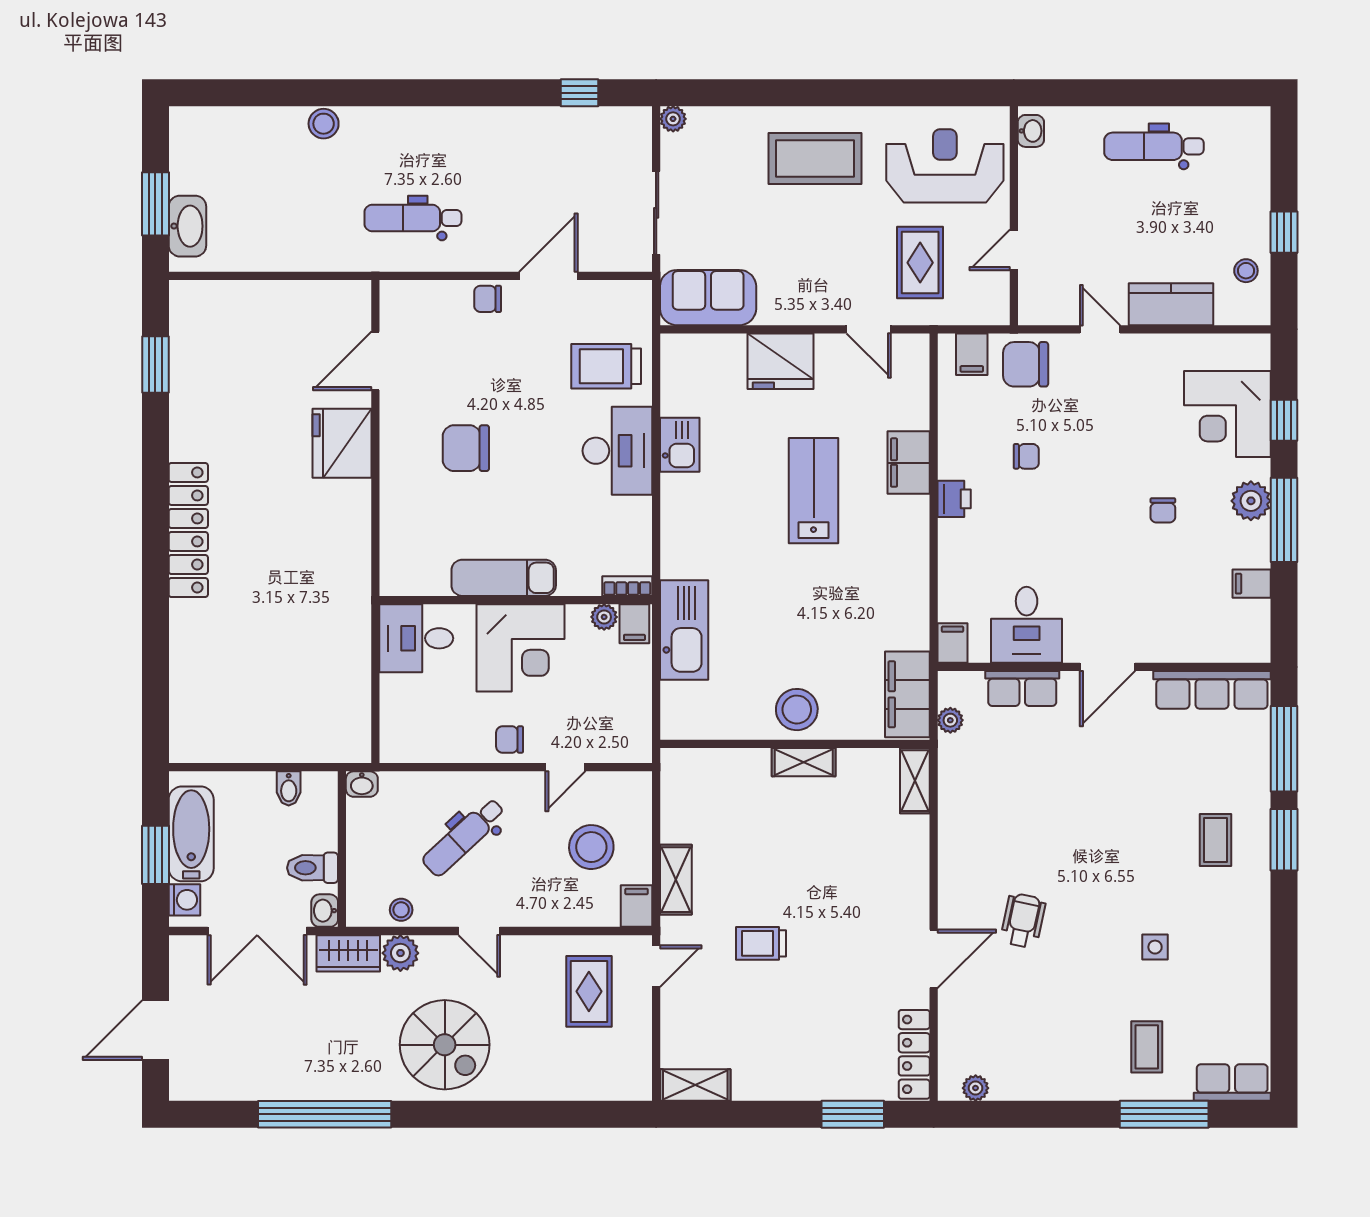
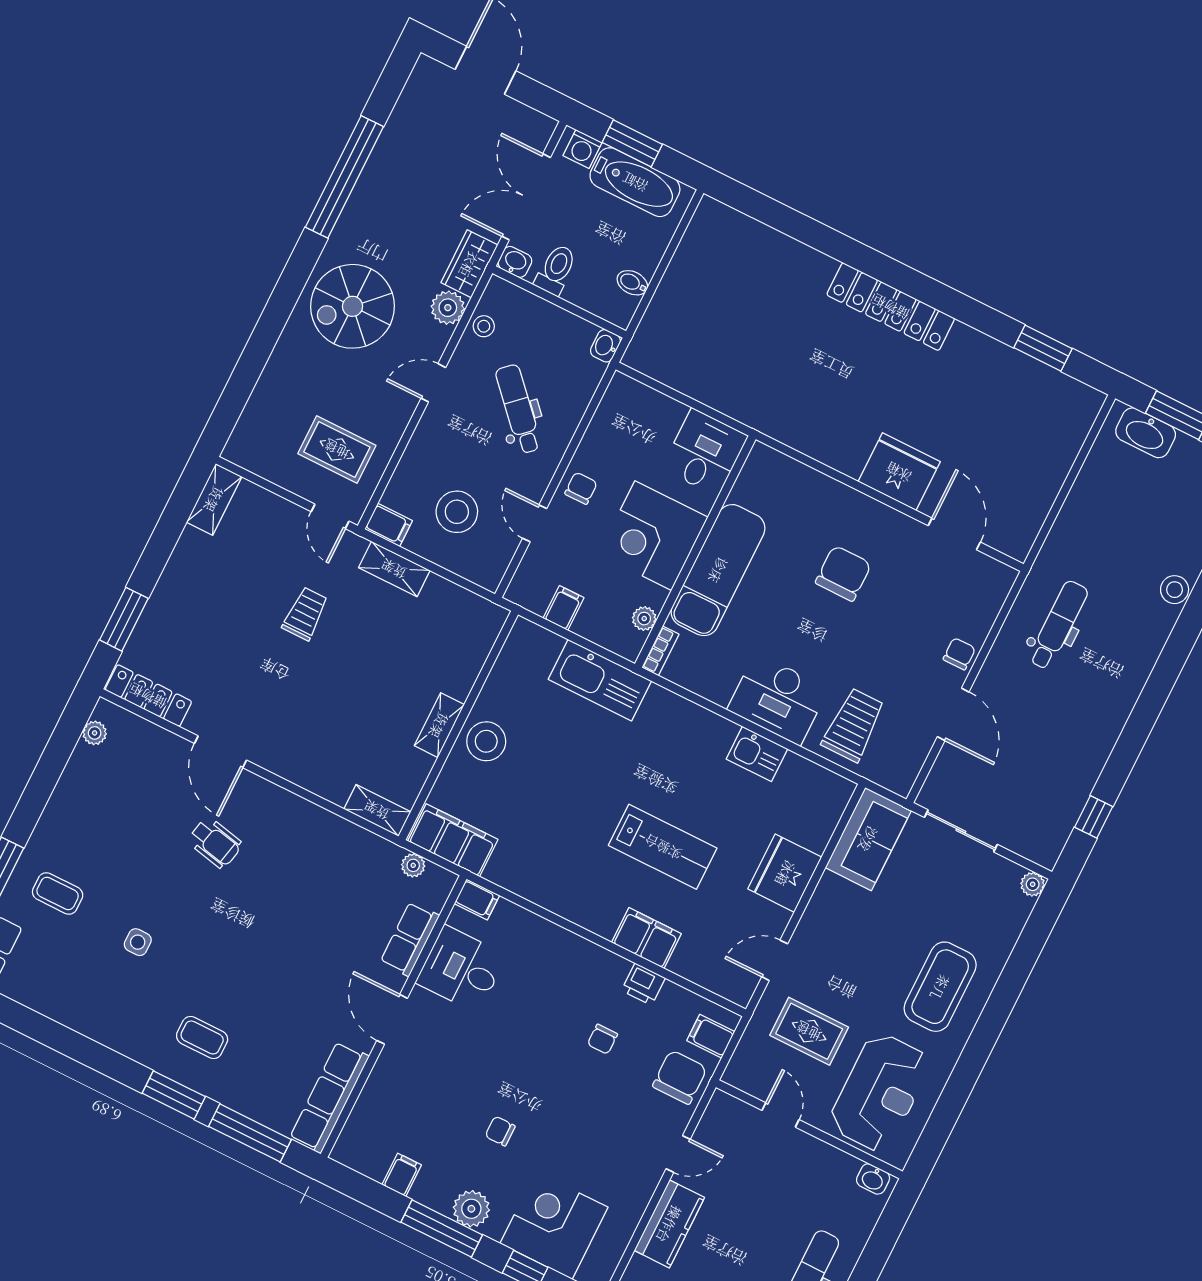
printer: (954, 499) -> (643, 984), moved
exam couch: (504, 578) -> (718, 570), width x1.36, depth x1.45
filing cabinet: (634, 624) -> (564, 608), moved, turned 90

